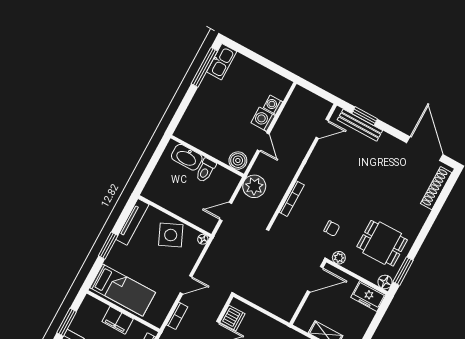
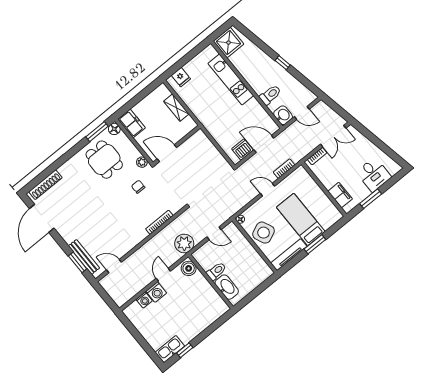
window: (204, 67) -> (185, 350), width x0.46
bed: (123, 290) -> (301, 219), moved
filing cabinet: (118, 320) -> (340, 195), moved

